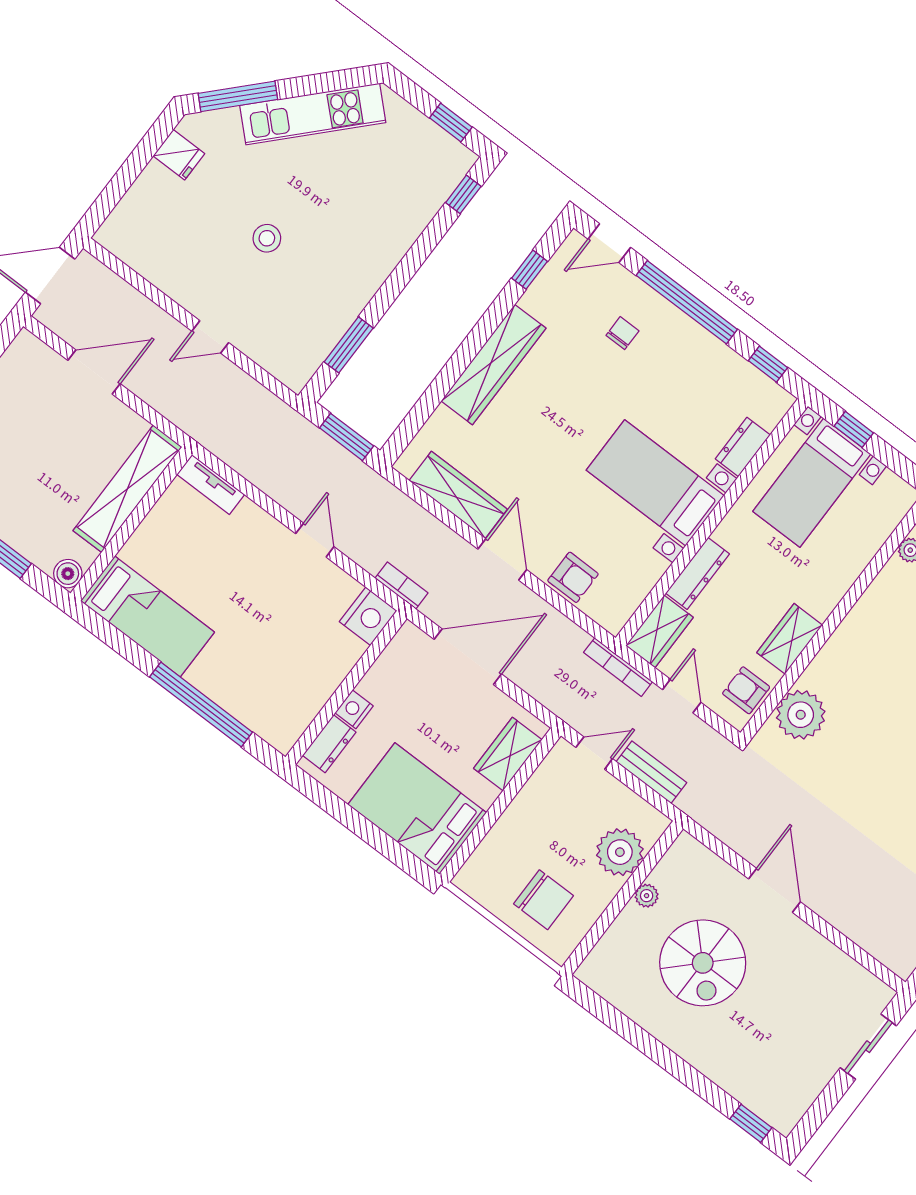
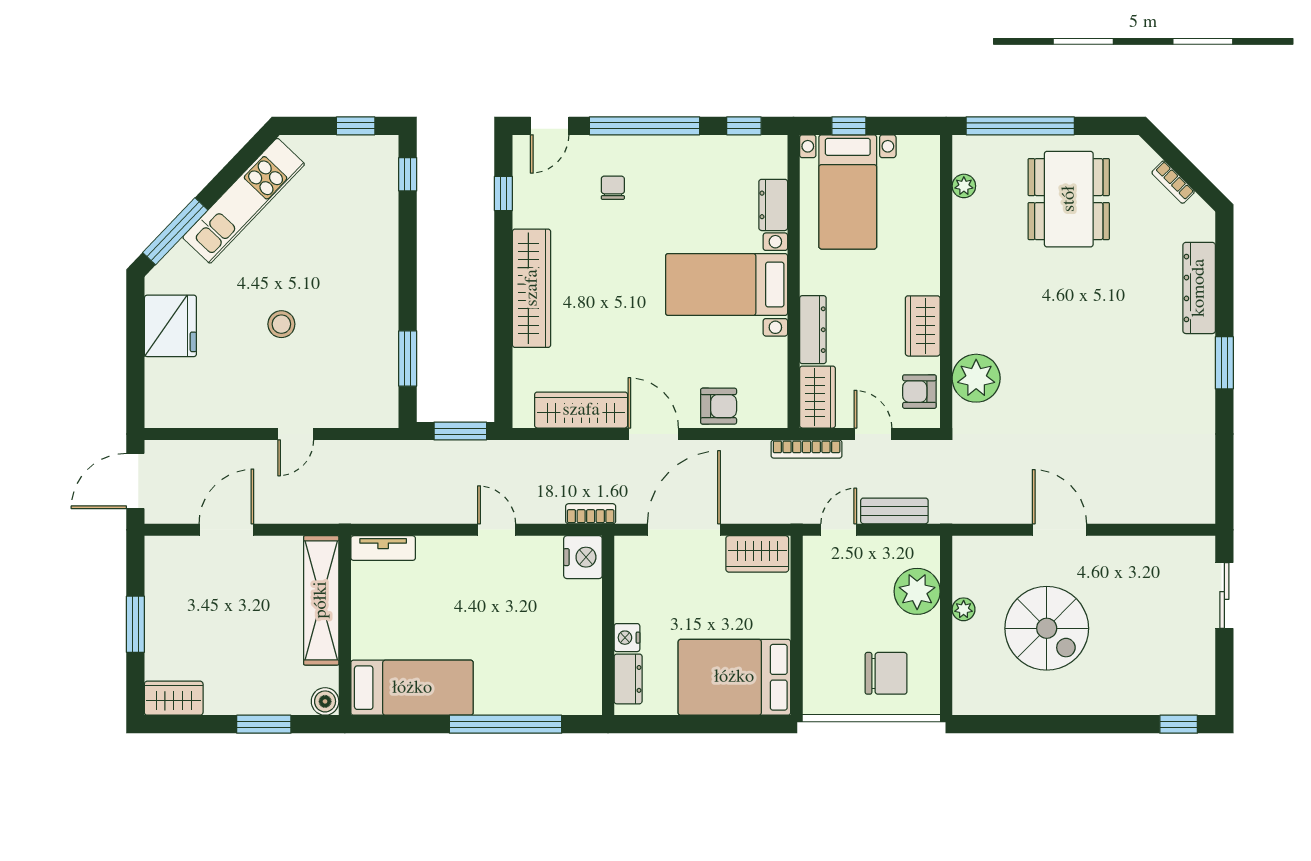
fridge: (179, 155) -> (170, 326), width x1.88, depth x1.34
wardrobe: (508, 754) -> (757, 554), moved, turned -90

